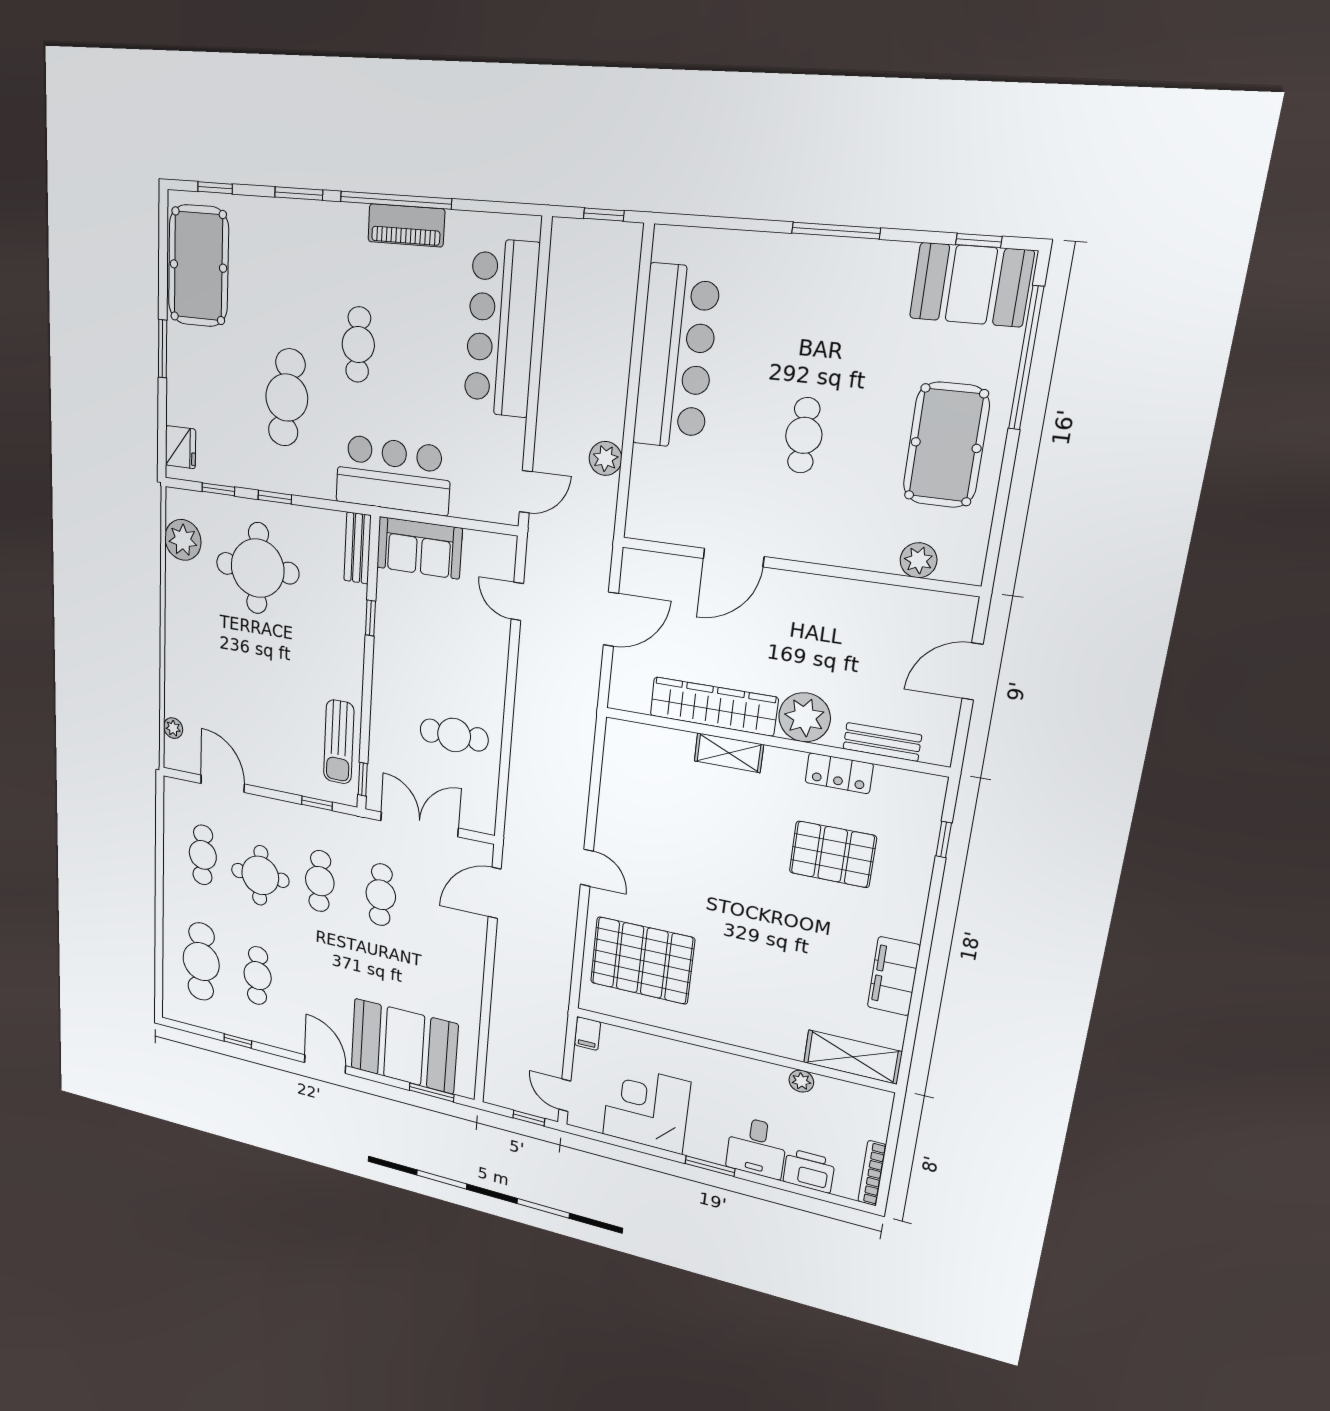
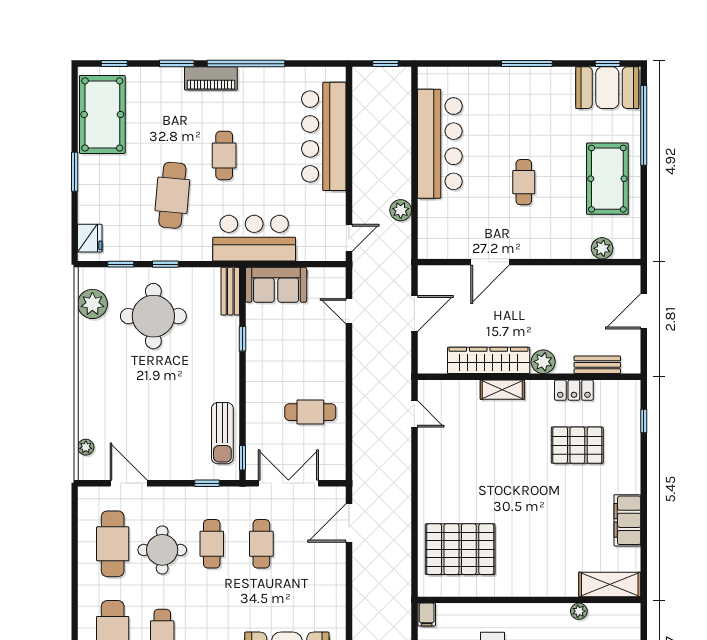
piano: (406, 225) -> (211, 78), moved
plant: (805, 717) -> (543, 362), width x0.73, depth x0.73
cafe table: (203, 855) -> (113, 544), width x1.37, depth x1.35
door: (587, 868) -> (414, 414), moved

